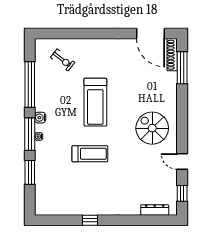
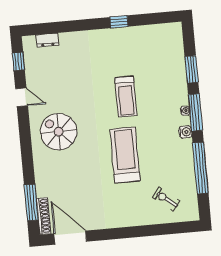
spiral stairs: (152, 128) -> (59, 132), turned 180
treadmill: (90, 154) -> (126, 96), turned -90
dresser: (155, 210) -> (47, 40), width x0.70

